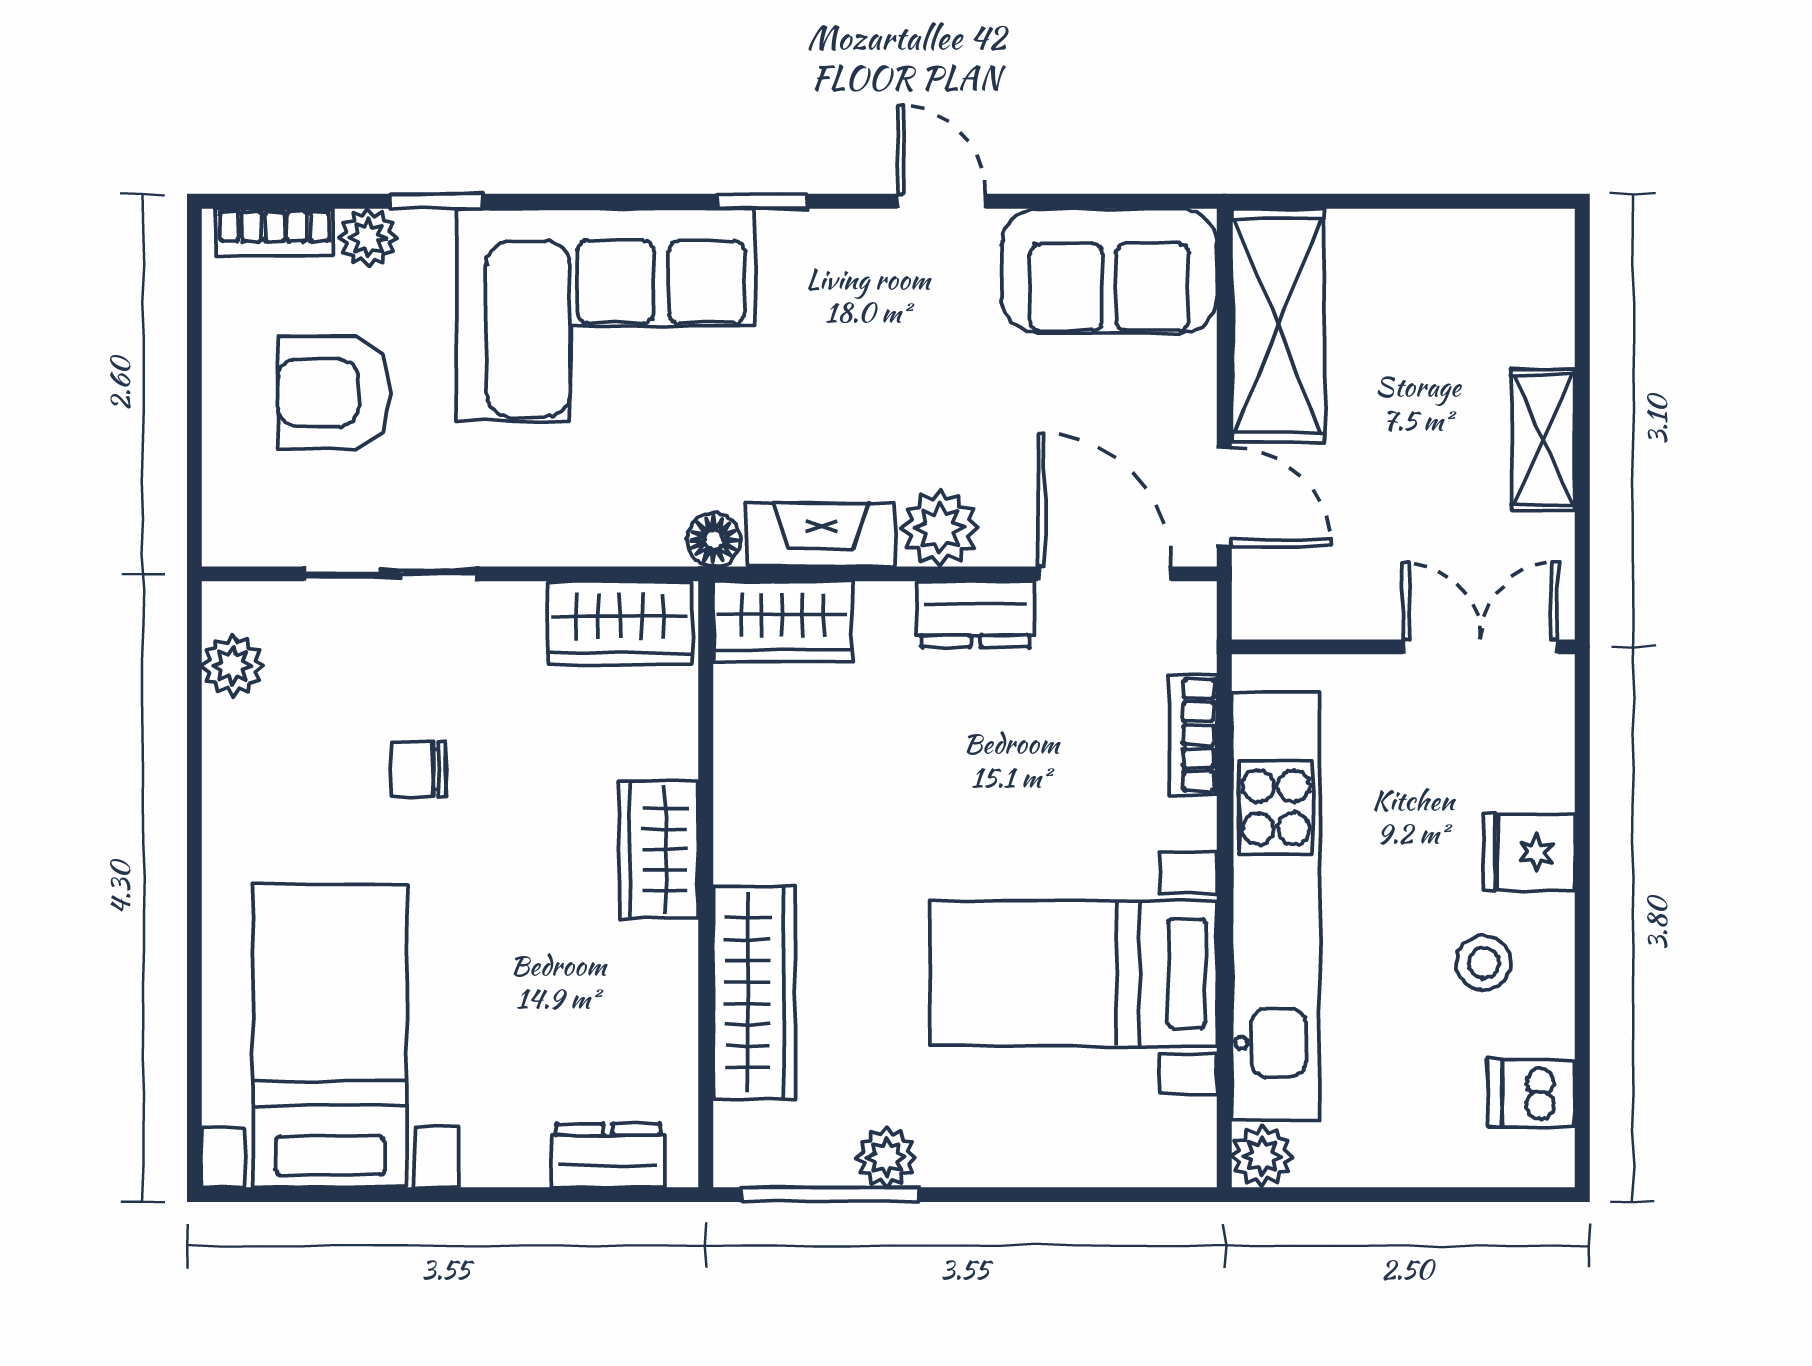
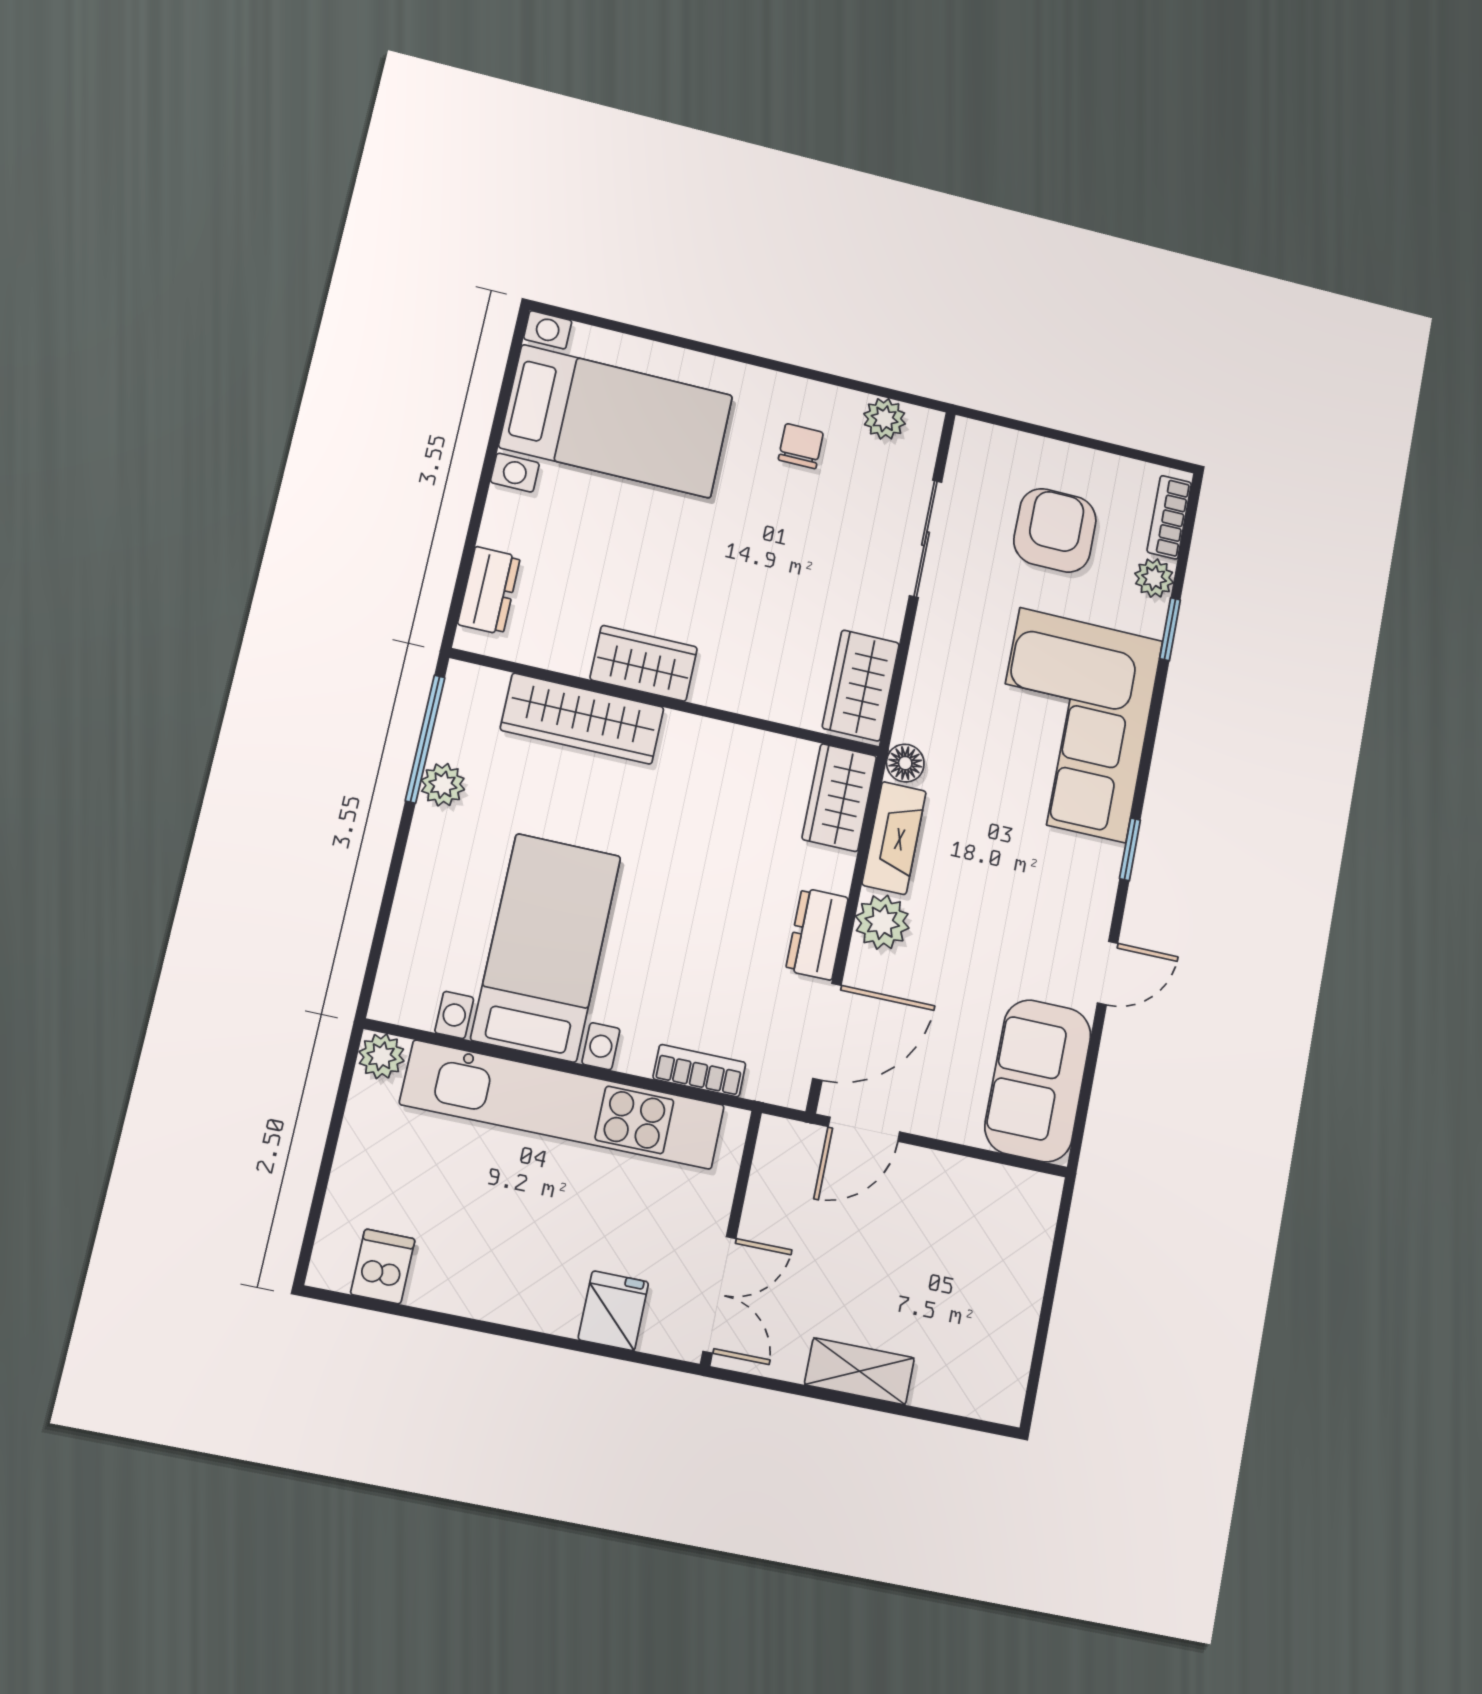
shelving: (1278, 326) -> (977, 1194), removed
chair: (418, 769) -> (801, 446), moved
wardrobe: (659, 849) -> (644, 663), moved
fridge: (1529, 852) -> (613, 1311), moved
stool: (1484, 963) -> (488, 1250), removed

